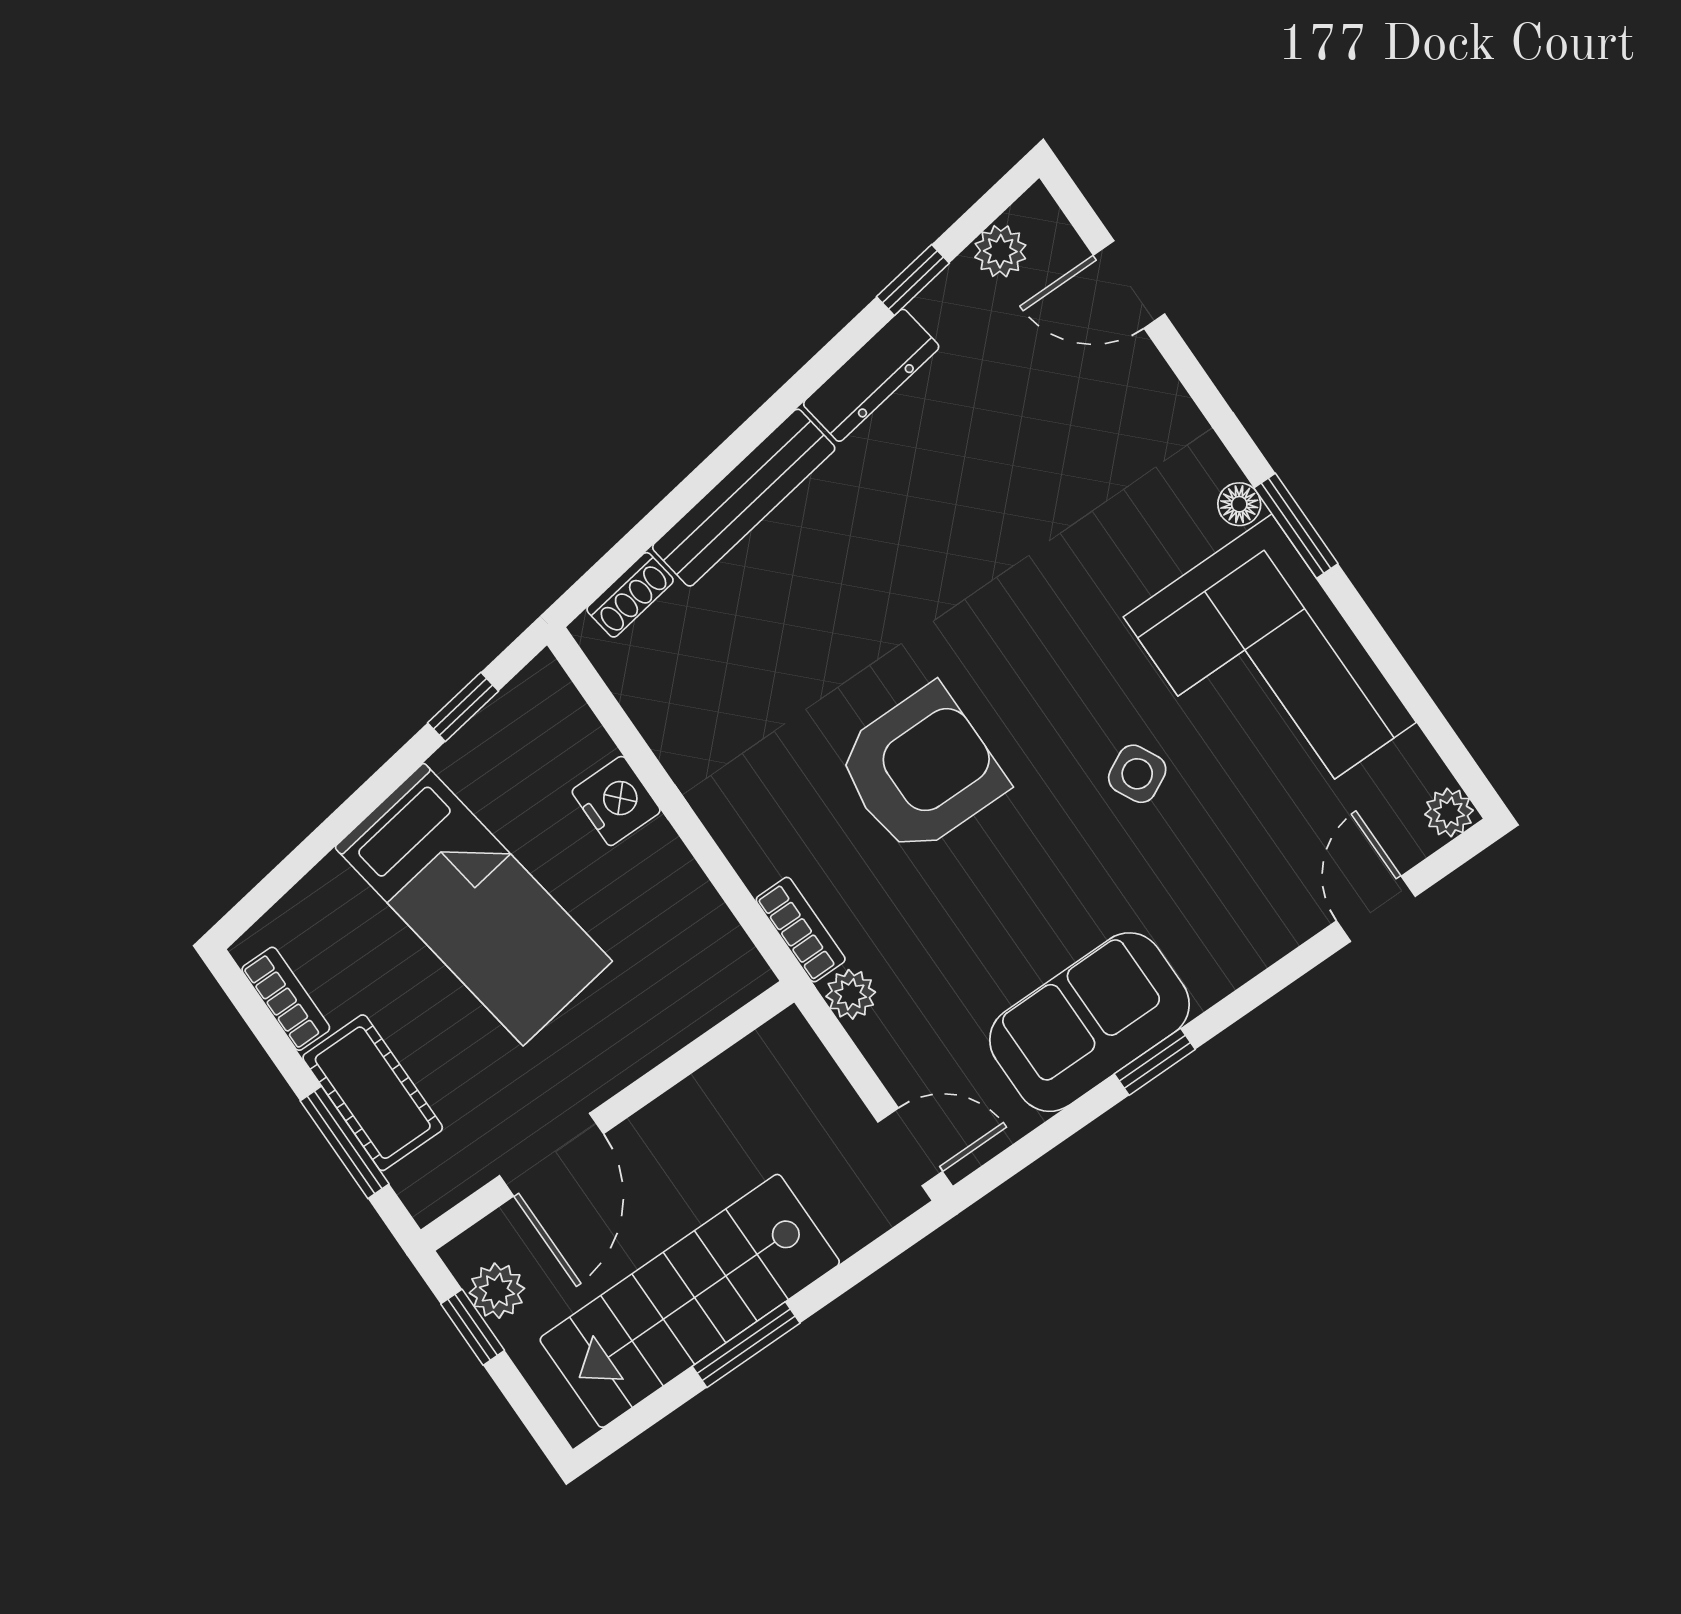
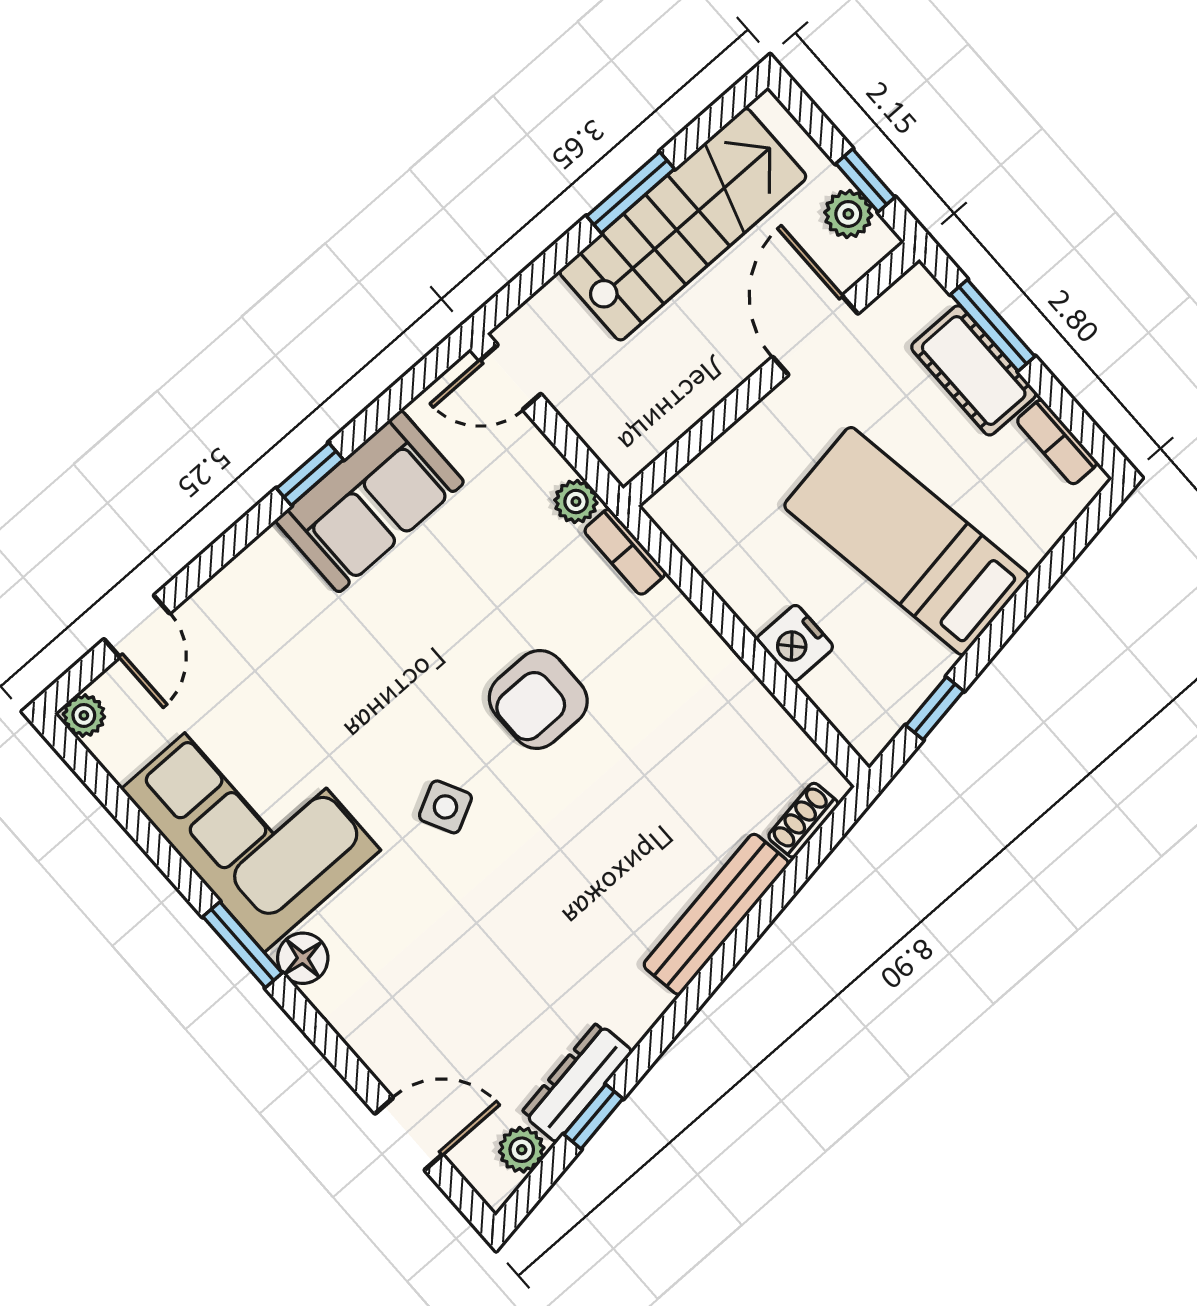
dresser: (871, 375) -> (577, 1082), moved
floor lamp: (1239, 504) -> (303, 958), width x1.37, depth x1.37
armchair: (921, 770) -> (538, 699), width x0.73, depth x0.73
side table: (1137, 774) -> (445, 807), moved

